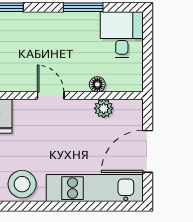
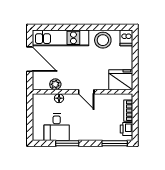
desk: (122, 35) -> (57, 127), moved
door: (148, 151) -> (30, 59), hinge flipped

